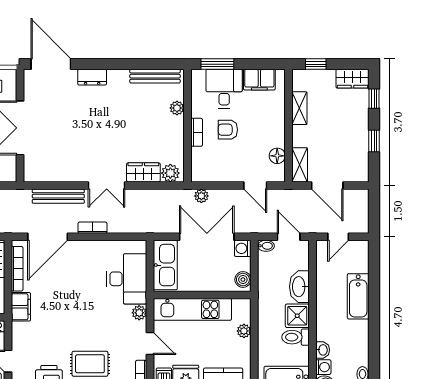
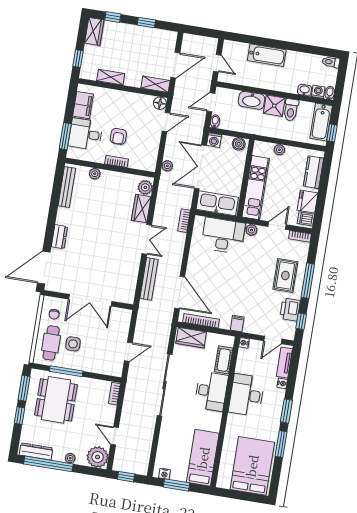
floor lamp: (277, 156) -> (160, 103), moved
bookcase: (93, 228) -> (184, 221), moved
filing cabinet: (21, 307) -> (237, 324), width x0.50

